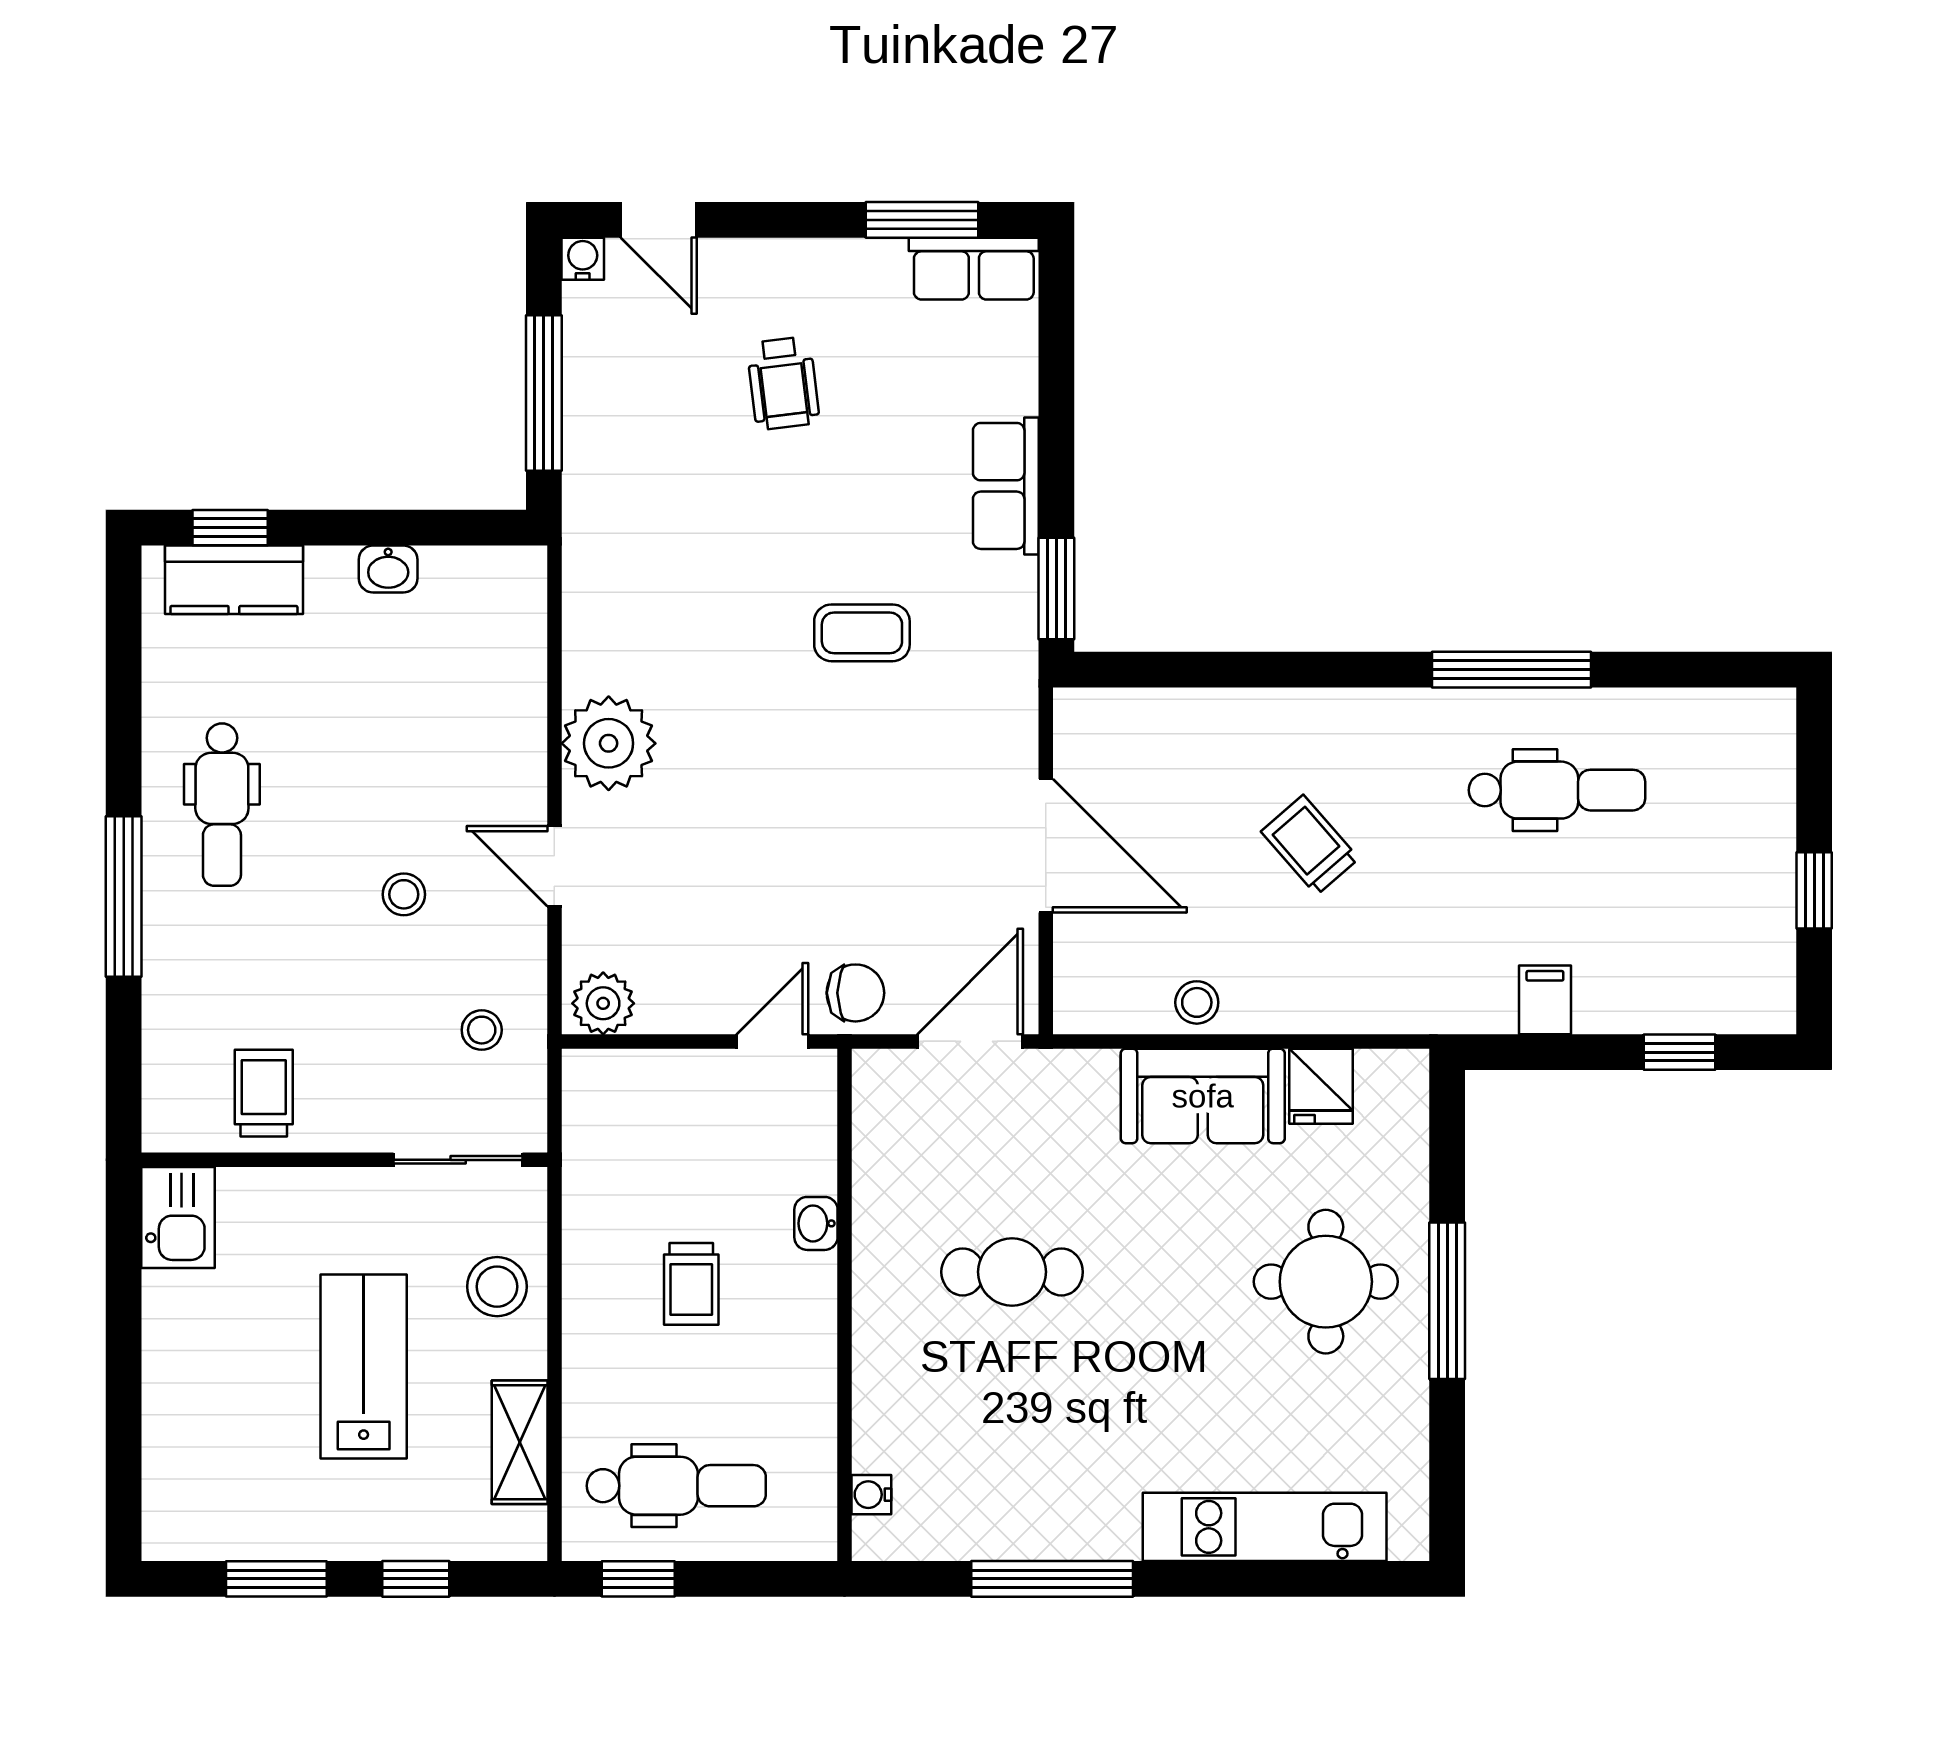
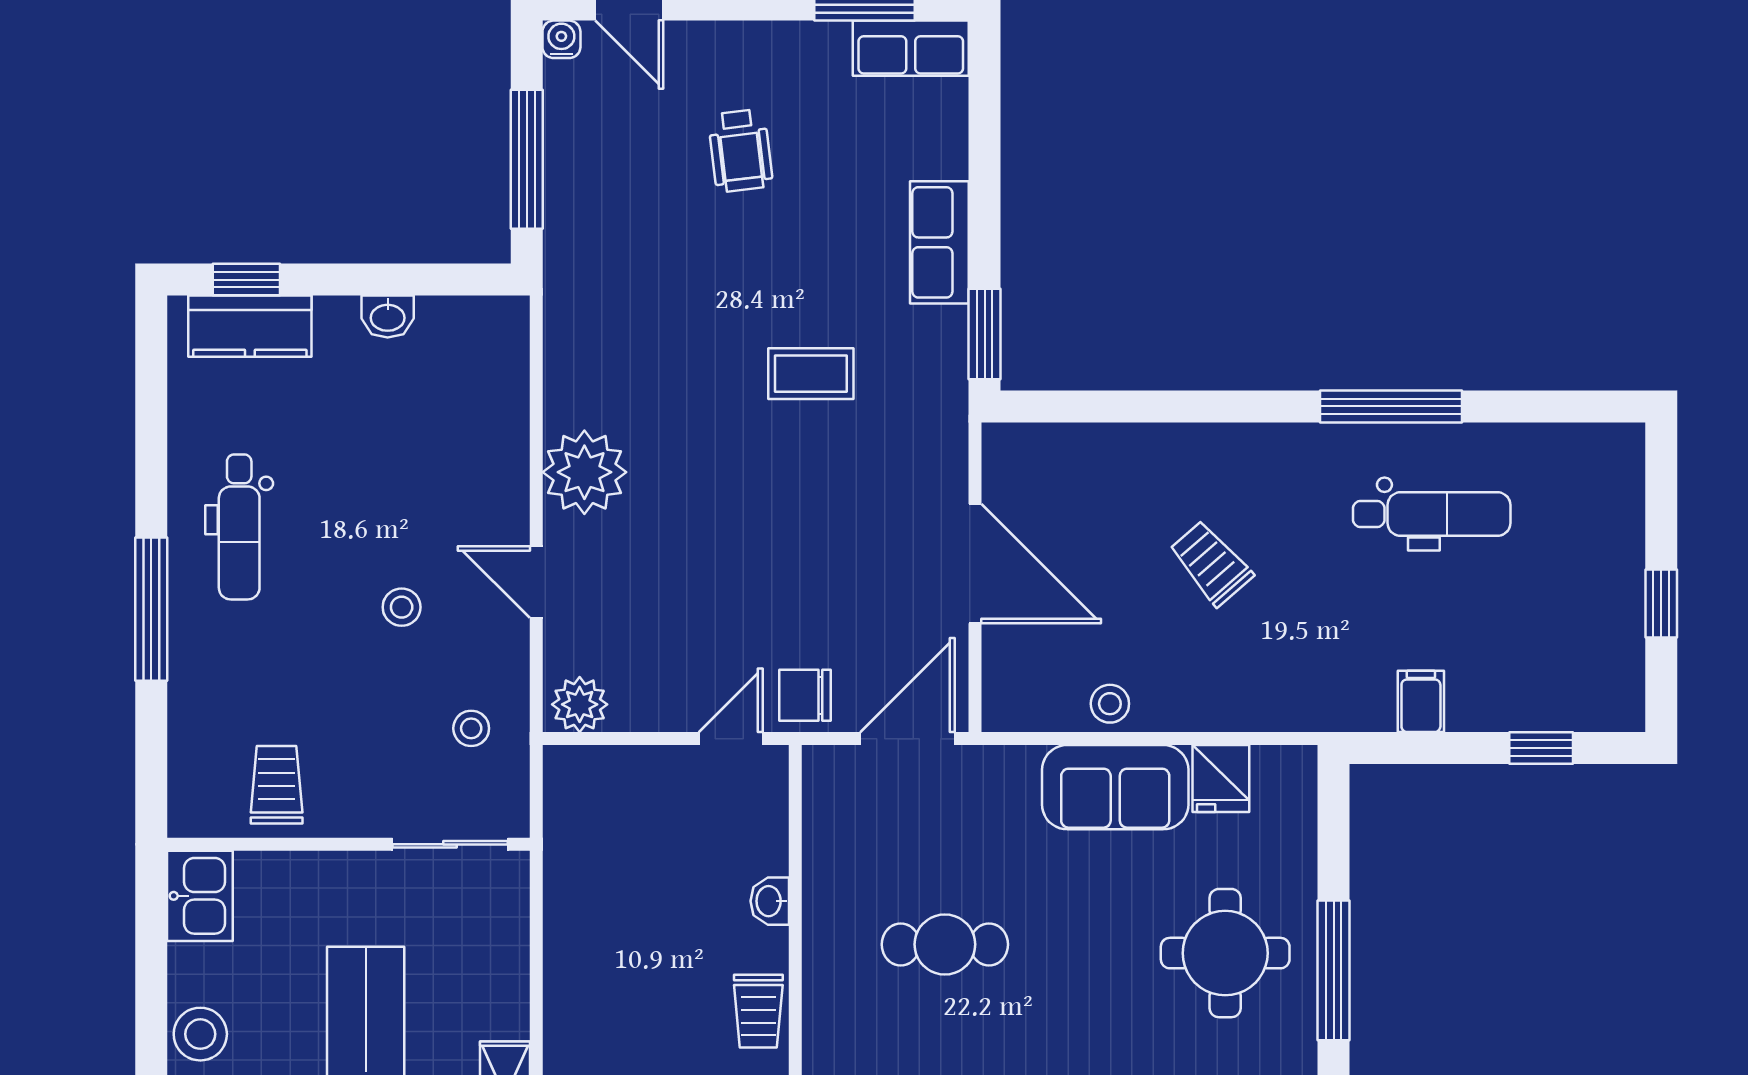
chair: (855, 993) -> (805, 695), turned 180
trolley: (691, 1284) -> (758, 1011), moved
stool: (497, 1287) -> (200, 1034), moved

